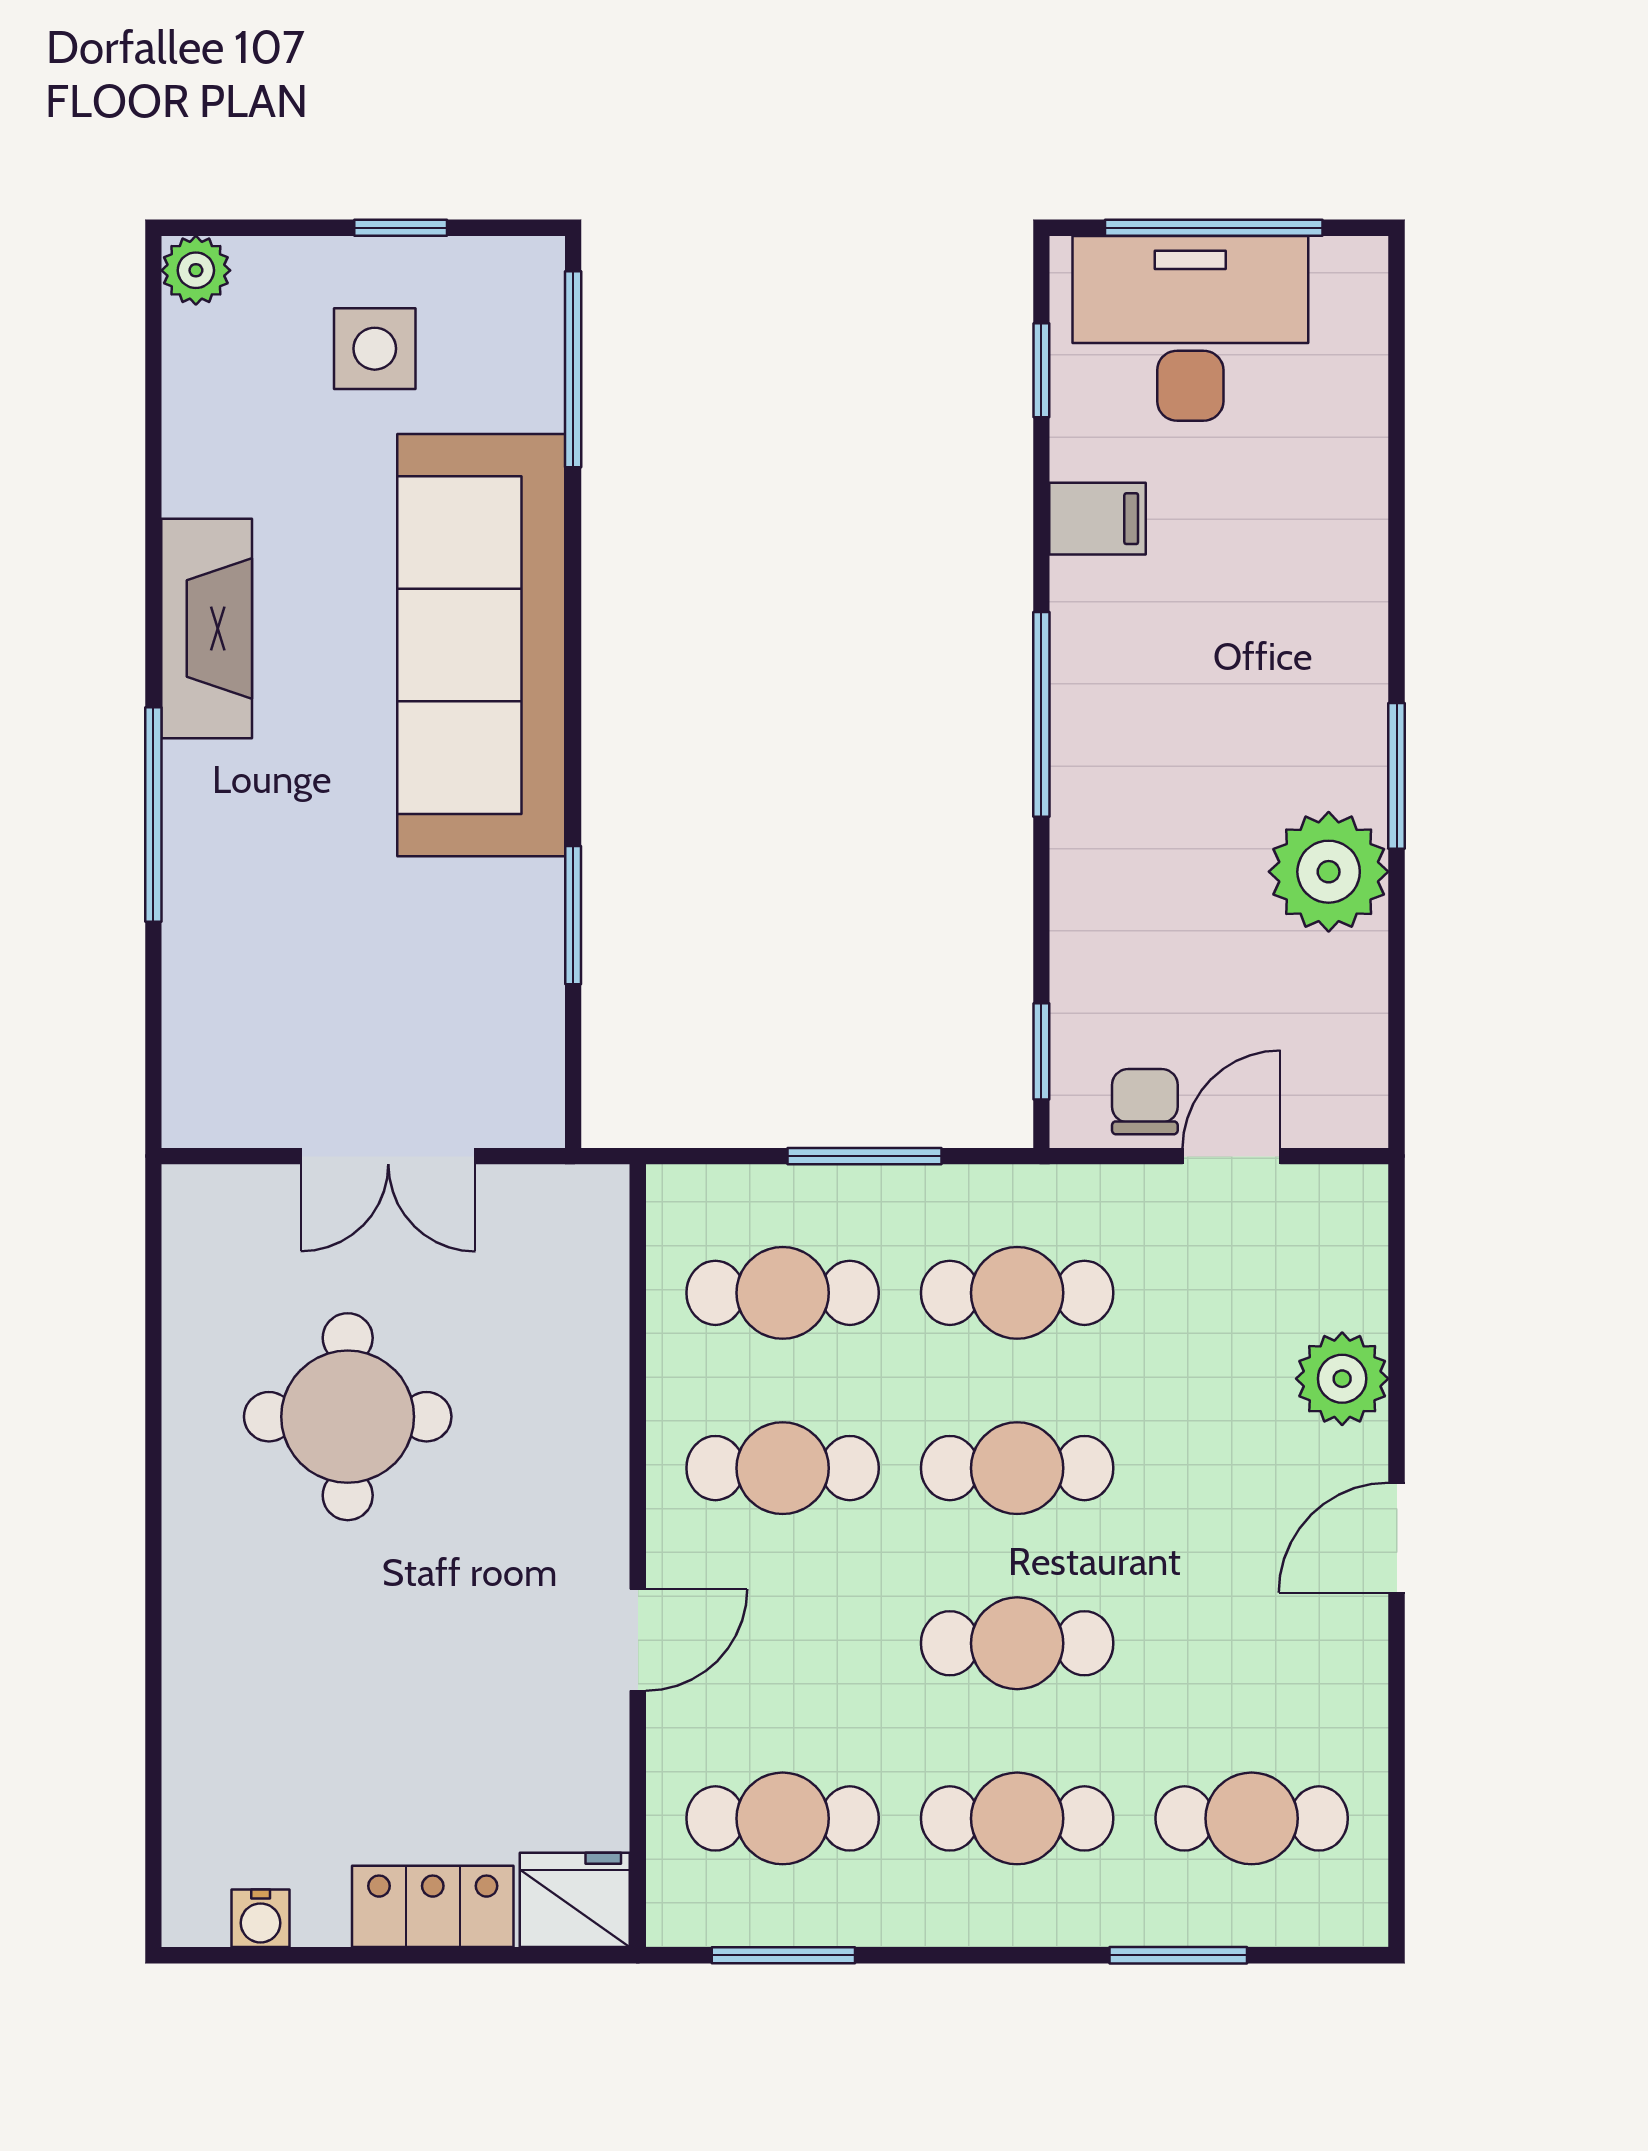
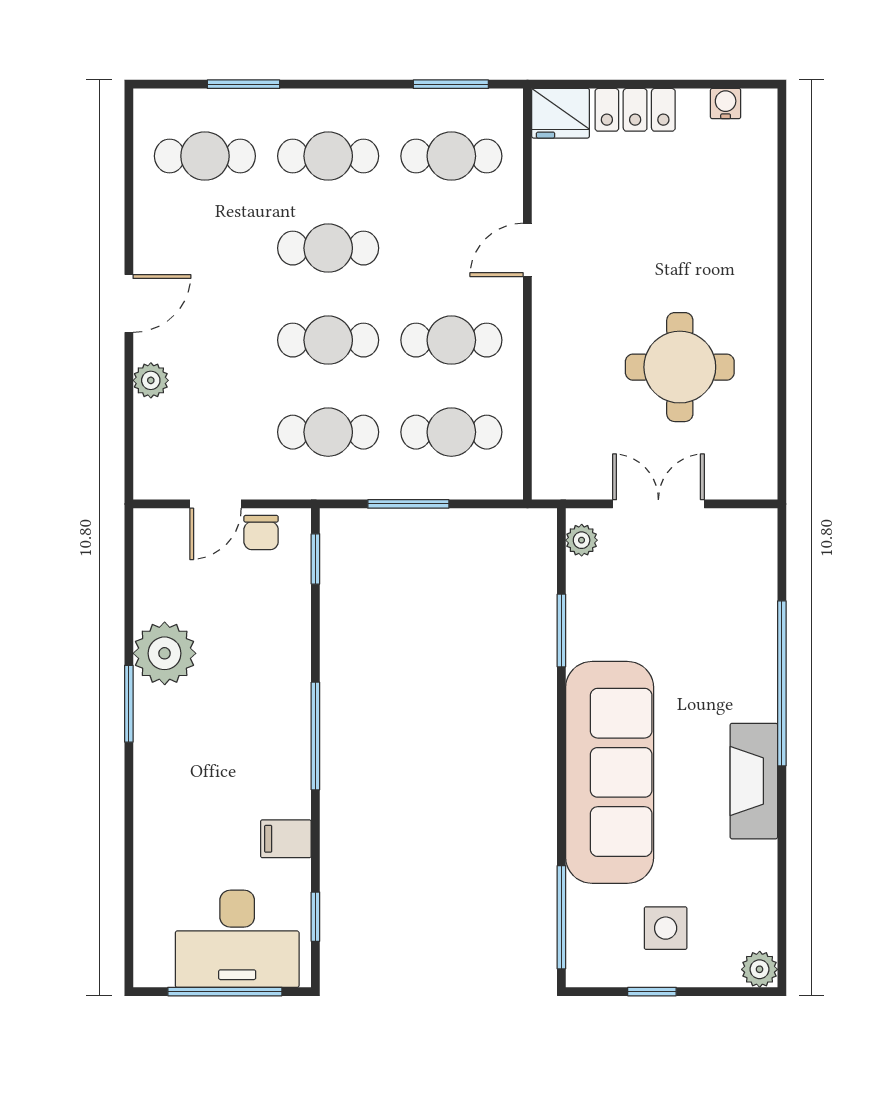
window: (153, 814) -> (782, 683), width x1.46
plant: (535, 1087) -> (582, 540), added
plant: (1342, 1379) -> (151, 380), width x0.73, depth x0.73

